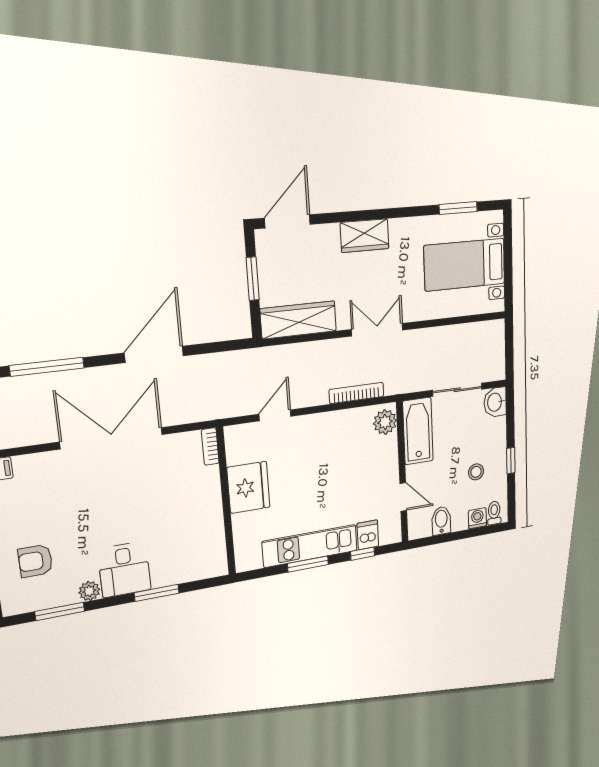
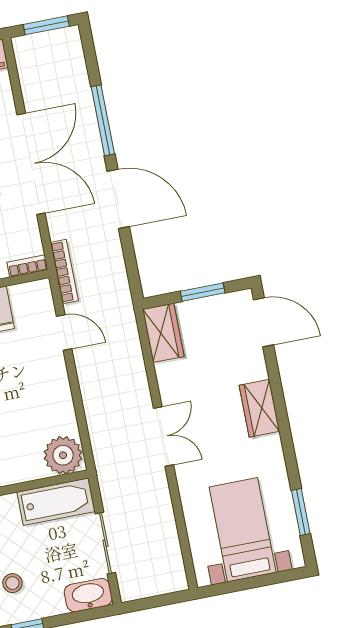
wardrobe: (299, 320) -> (163, 333), width x0.67
window: (47, 367) -> (103, 120), moved
bookcase: (357, 393) -> (64, 272), moved
washbasin: (495, 402) -> (88, 595), width x1.38
plant: (385, 422) -> (63, 455), width x1.36, depth x1.36

